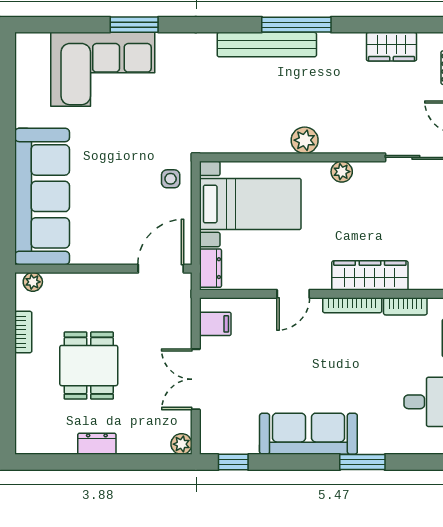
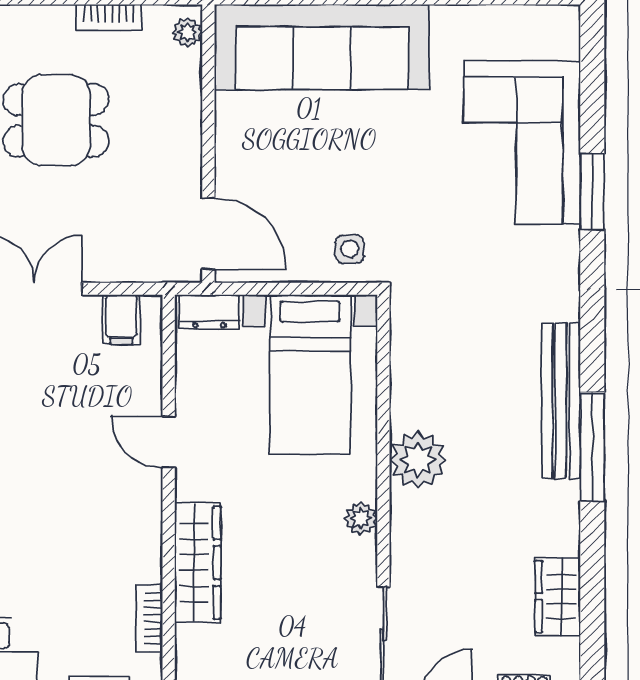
plant: (305, 140) -> (418, 460), width x1.36, depth x1.36
bookcase: (352, 305) -> (151, 535), removed

